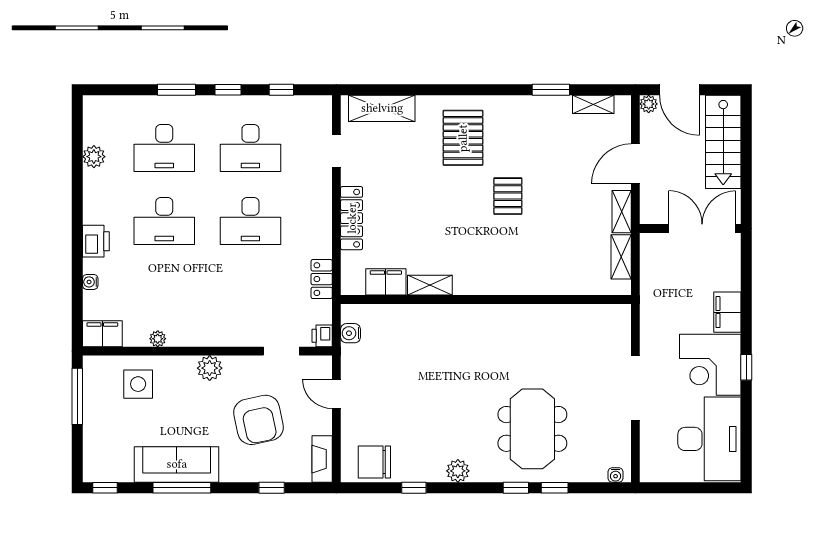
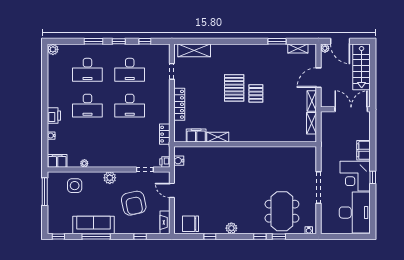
pallet: (463, 138) -> (234, 88), moved
plant: (94, 157) -> (53, 49), moved
meeting table: (532, 429) -> (282, 211), moved

